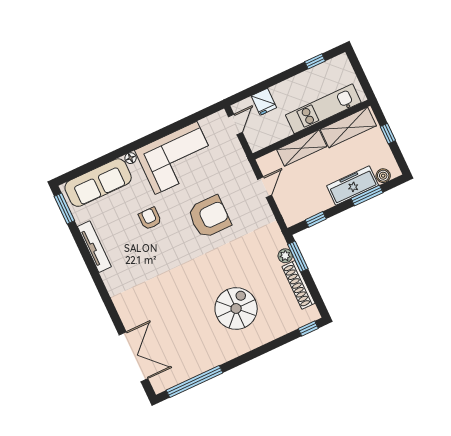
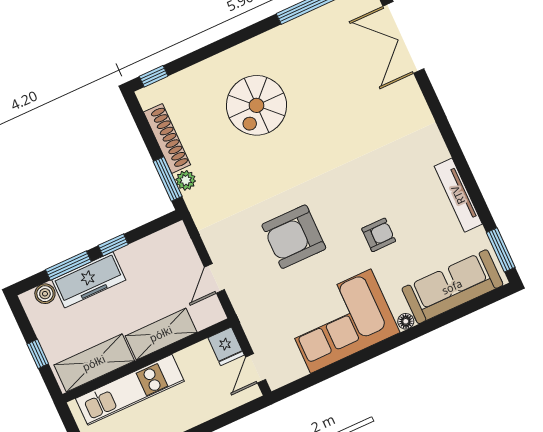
fridge: (264, 102) -> (226, 346), moved, turned 180
armchair: (150, 218) -> (379, 235), turned -90
window: (316, 219) -> (113, 245), moved

